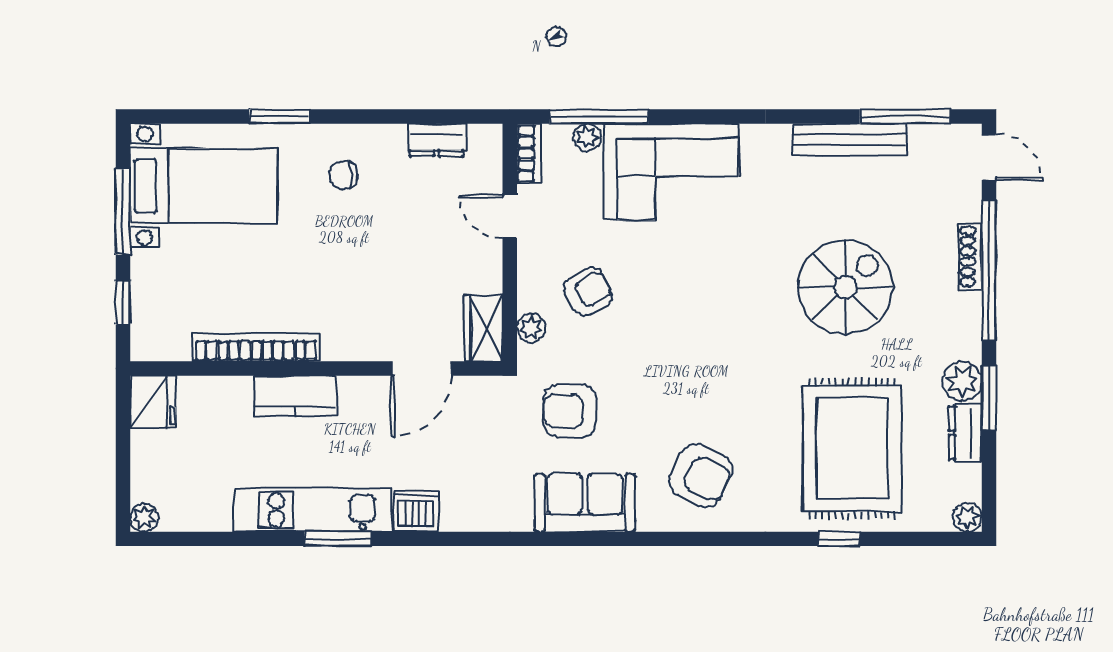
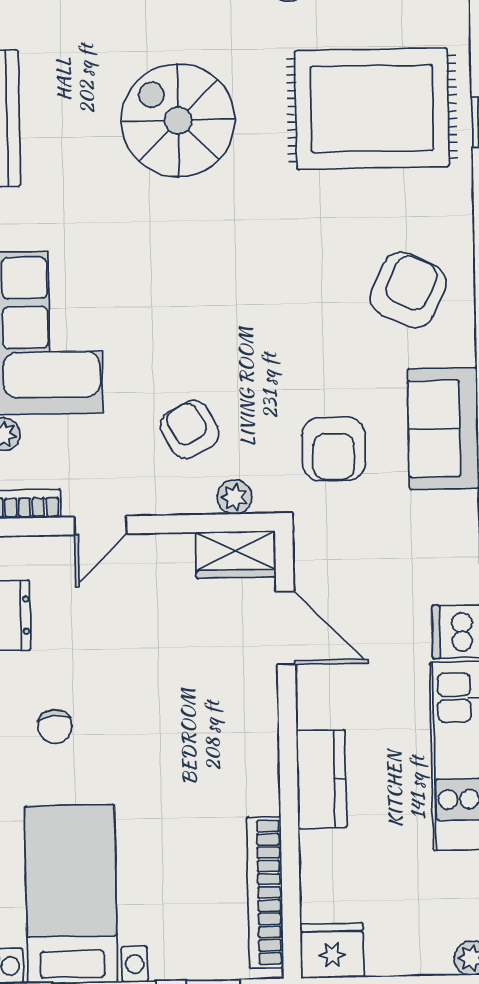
bookcase: (256, 347) -> (265, 892), moved

